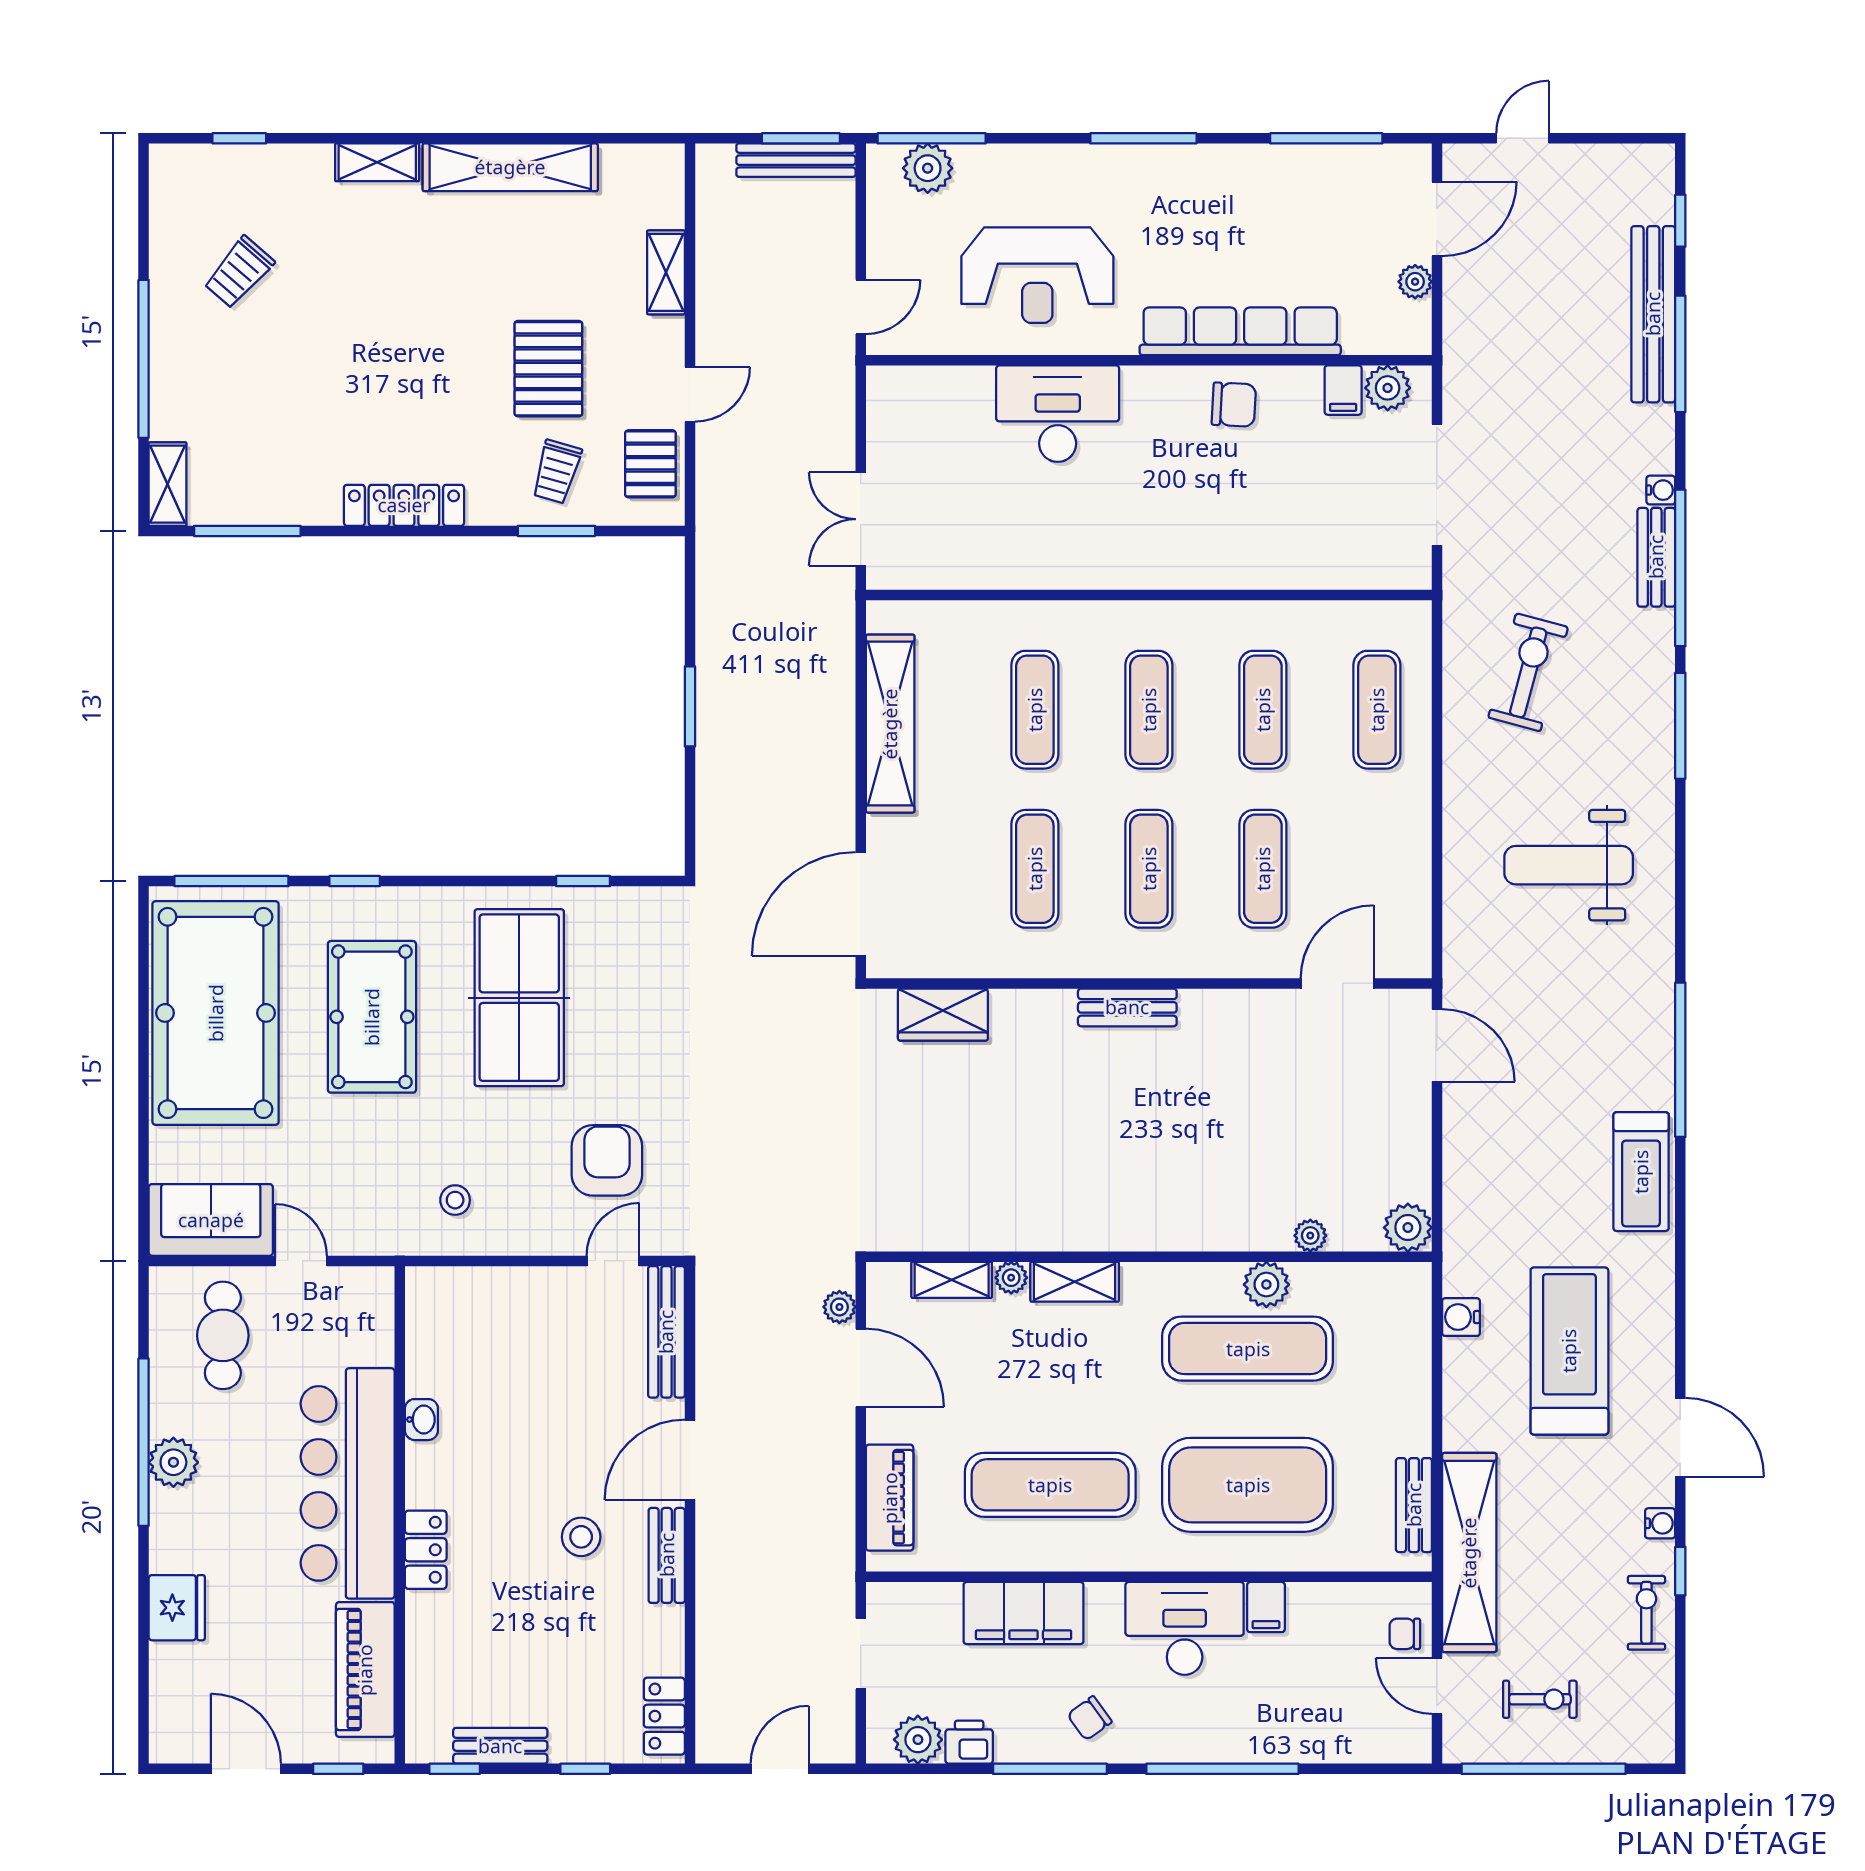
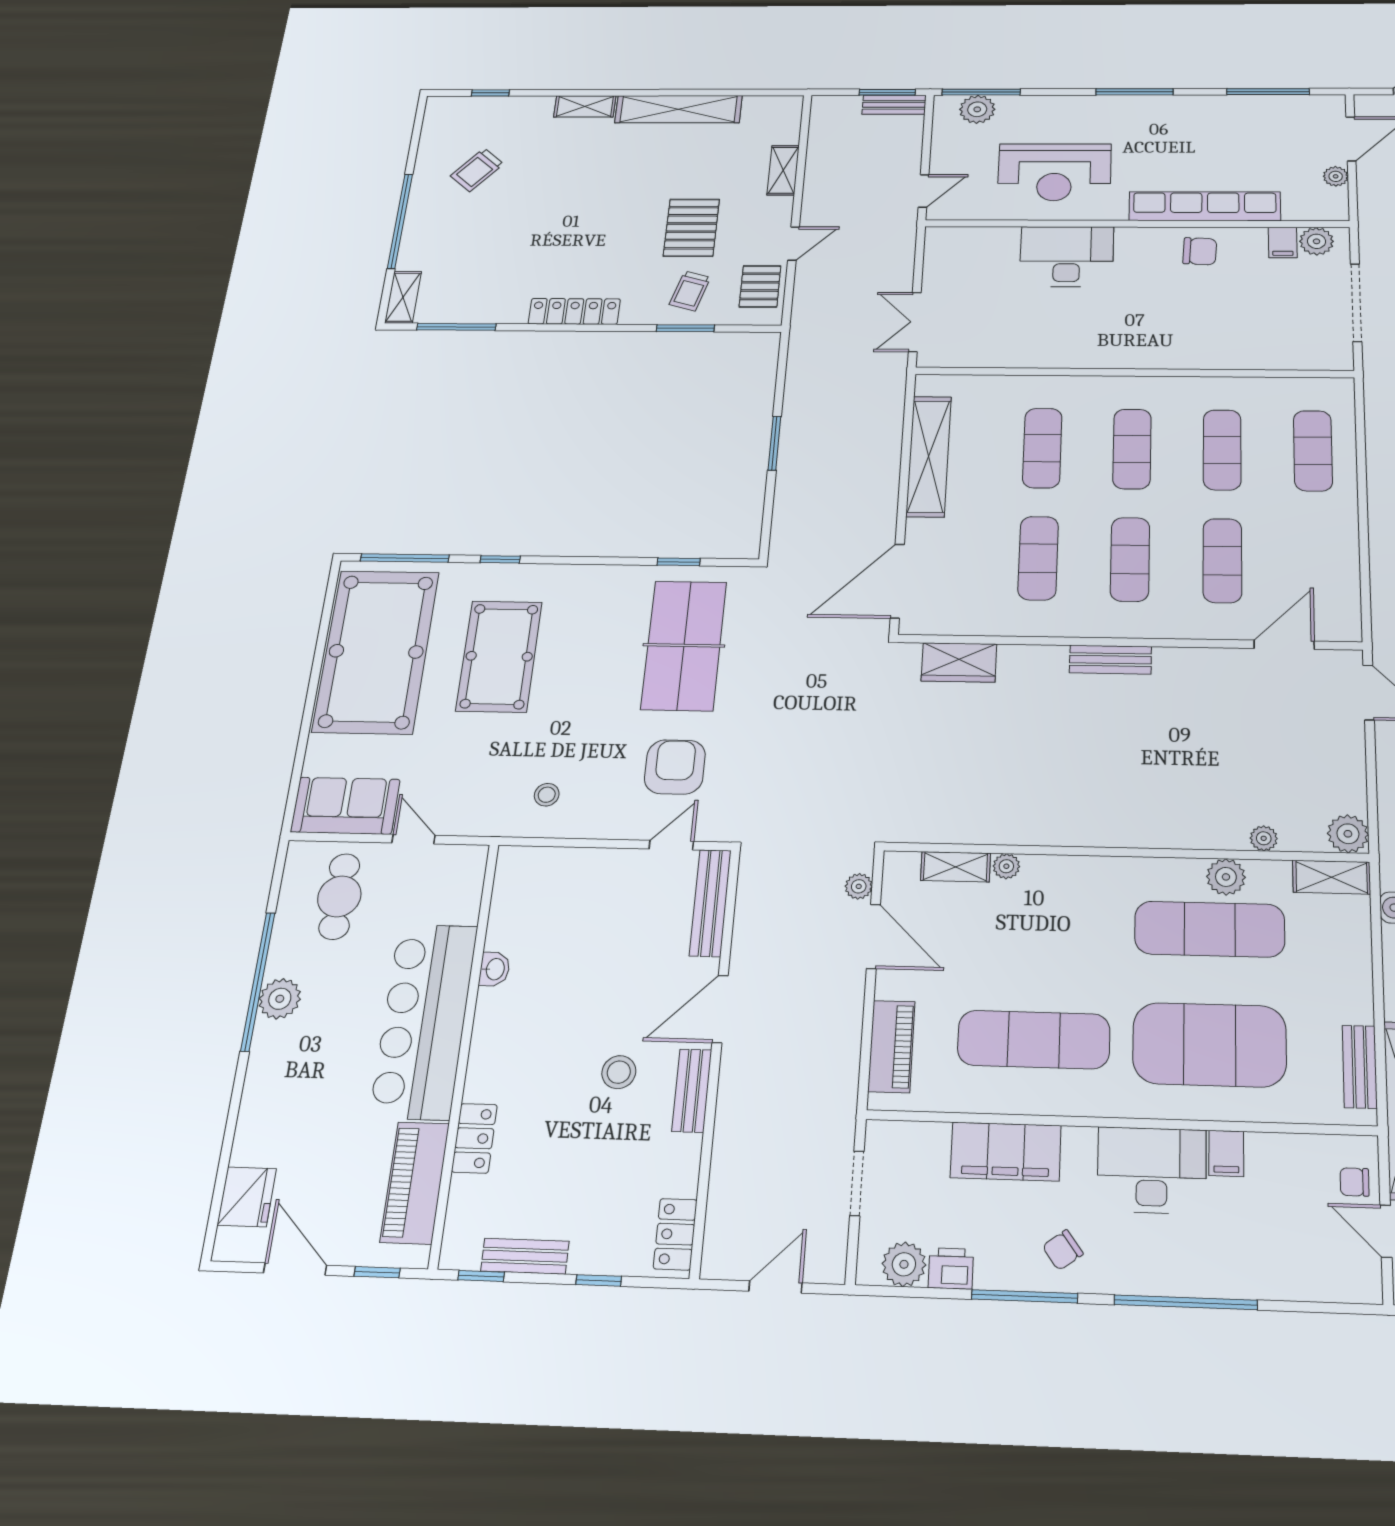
bench: (796, 160) -> (894, 105), width x0.73
table tennis table: (519, 998) -> (684, 645), moved
shelving: (1075, 1282) -> (1332, 877), moved
locker: (426, 1550) -> (474, 1138), moved
fridge: (177, 1608) -> (247, 1197), moved

